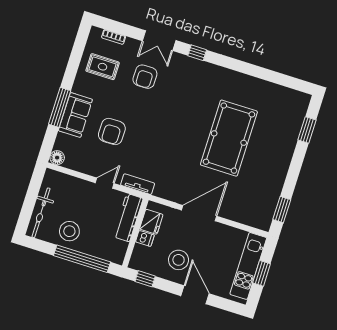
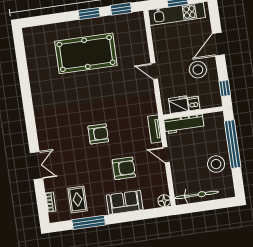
window: (197, 53) -> (32, 132), removed
armchair: (145, 77) -> (98, 134), moved
window: (60, 107) -> (89, 222), moved
window: (307, 130) -> (89, 13), moved
pool table: (229, 138) -> (86, 53), moved
bicycle: (41, 213) -> (197, 195), moved
door: (199, 213) -> (154, 71), width x0.53

